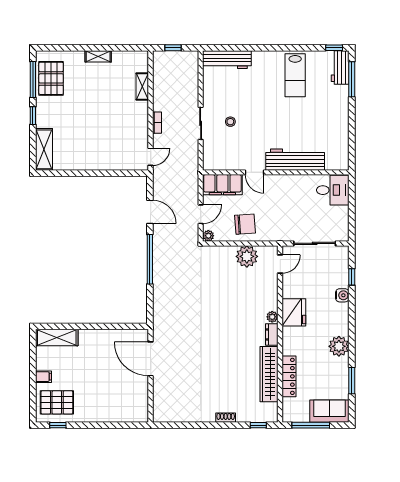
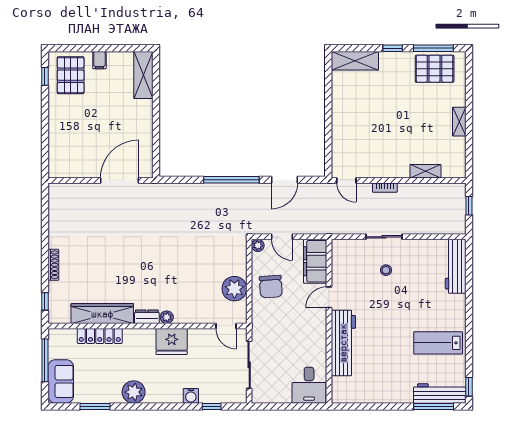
workbench: (340, 67) -> (440, 394), width x1.38
shoe rack: (226, 418) -> (53, 265), width x1.43

